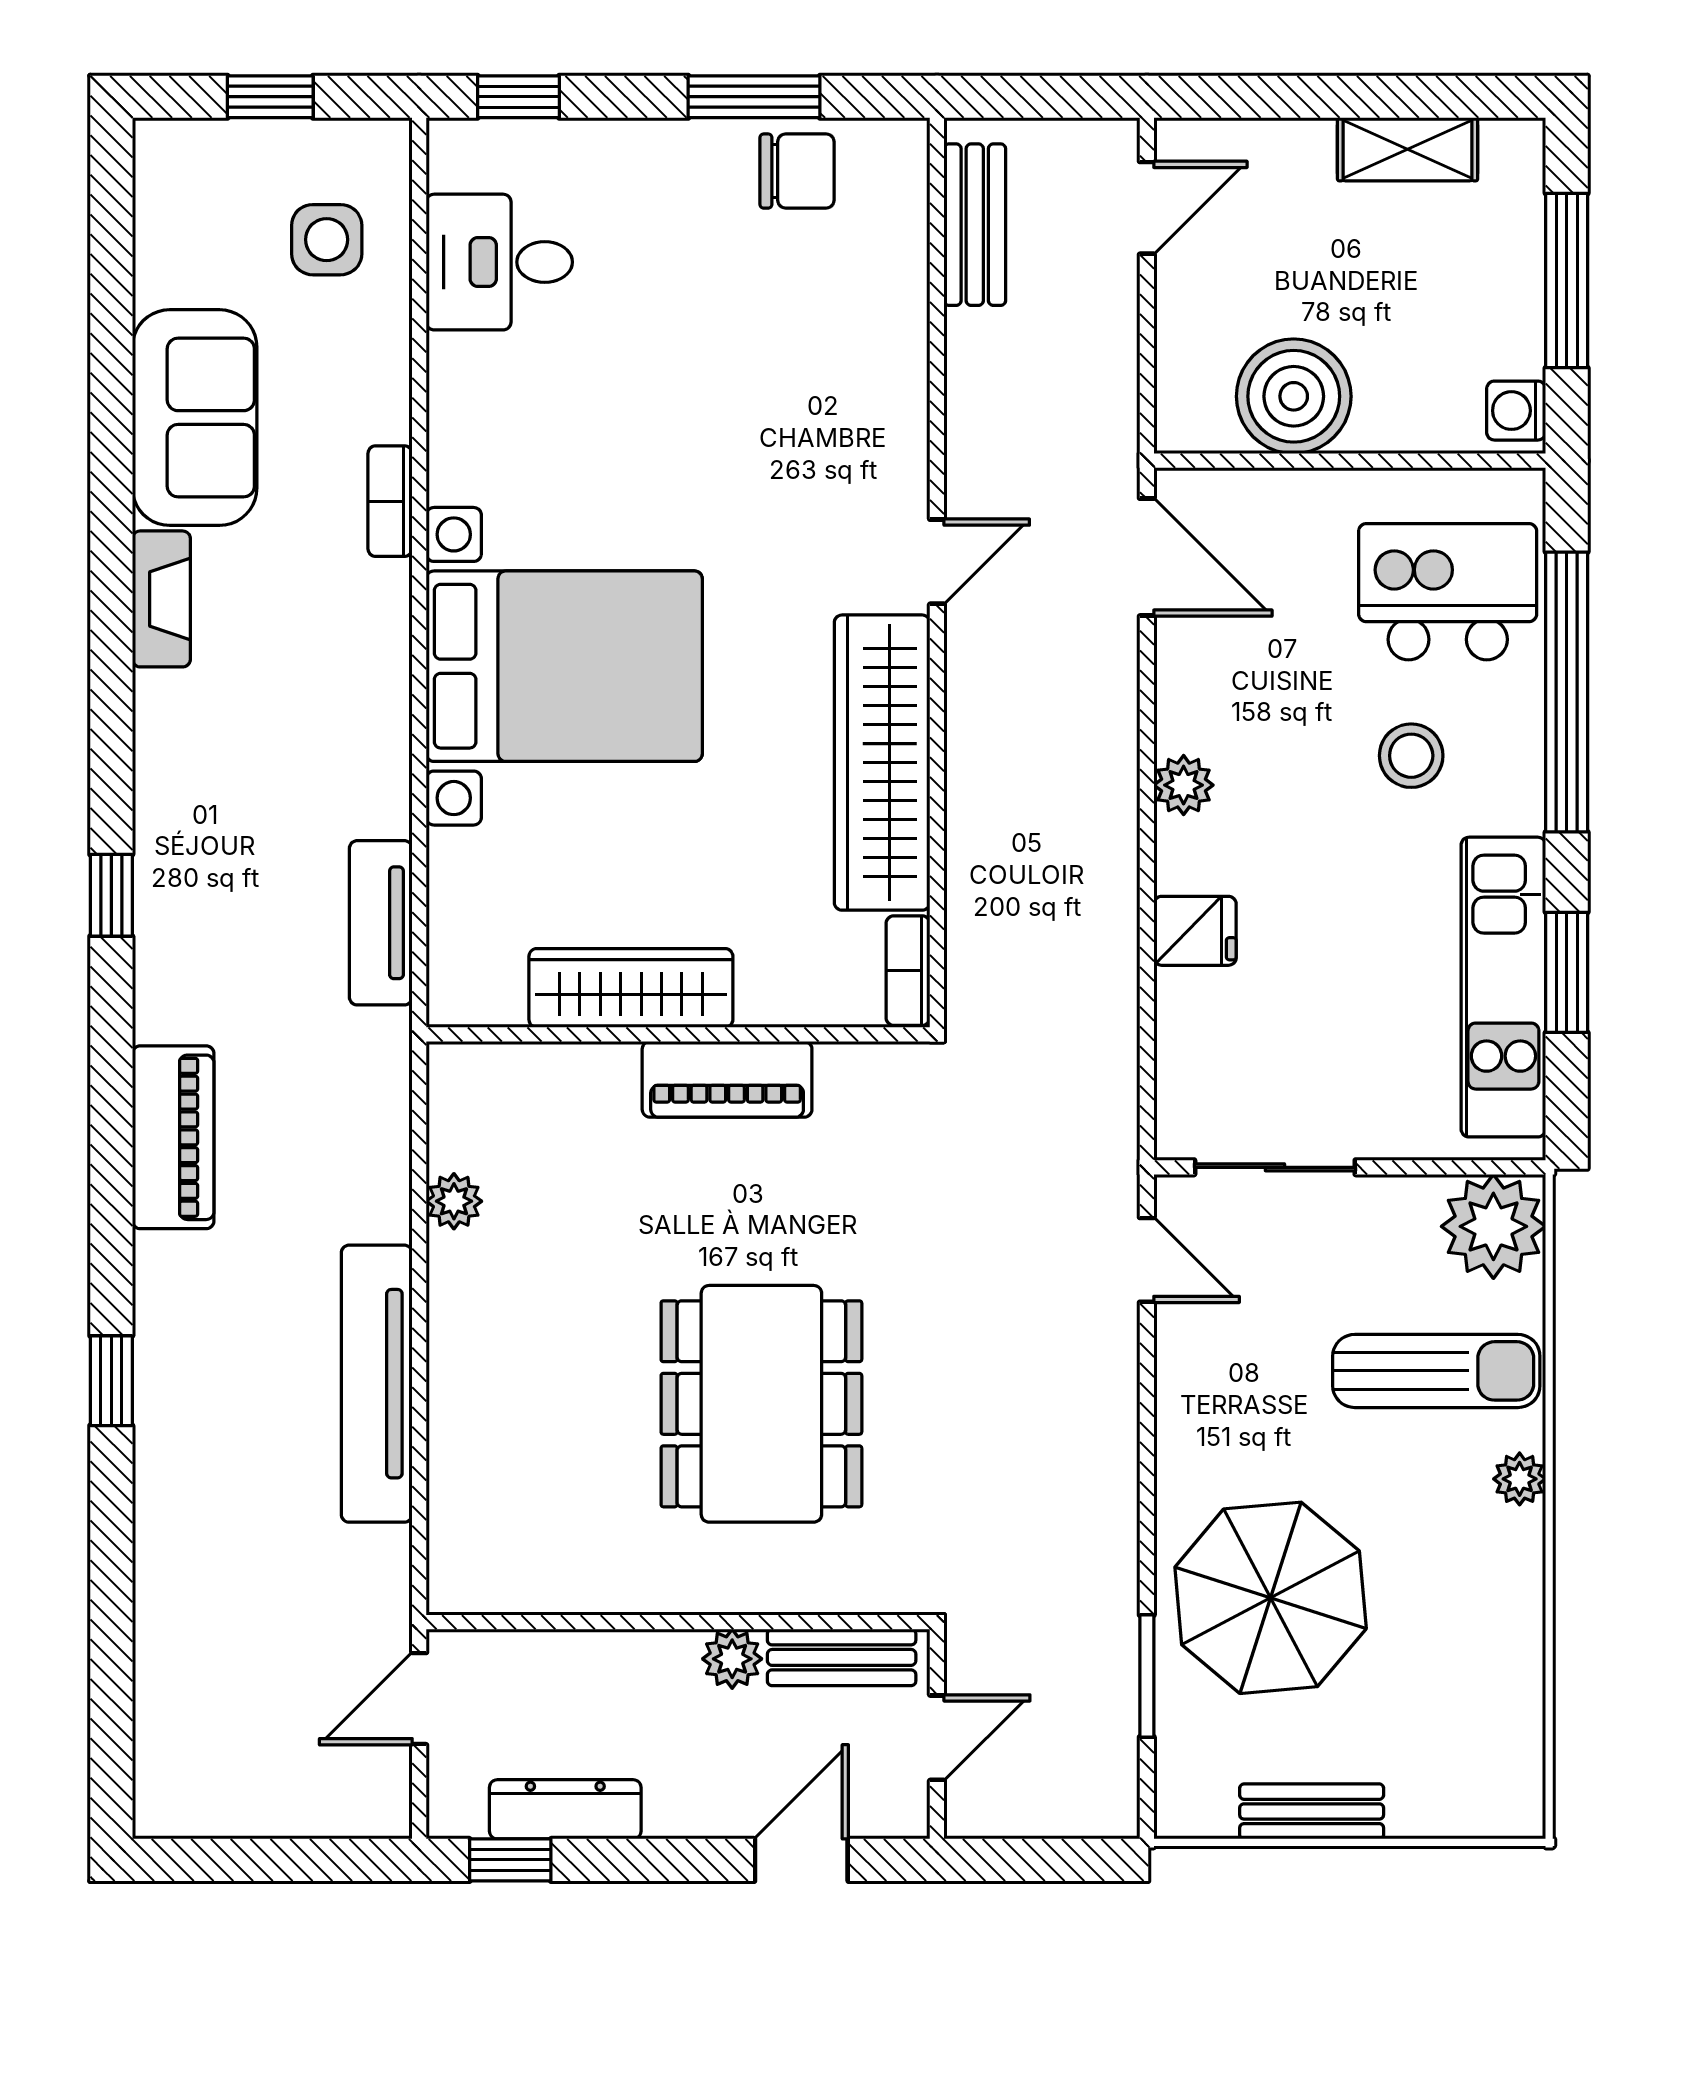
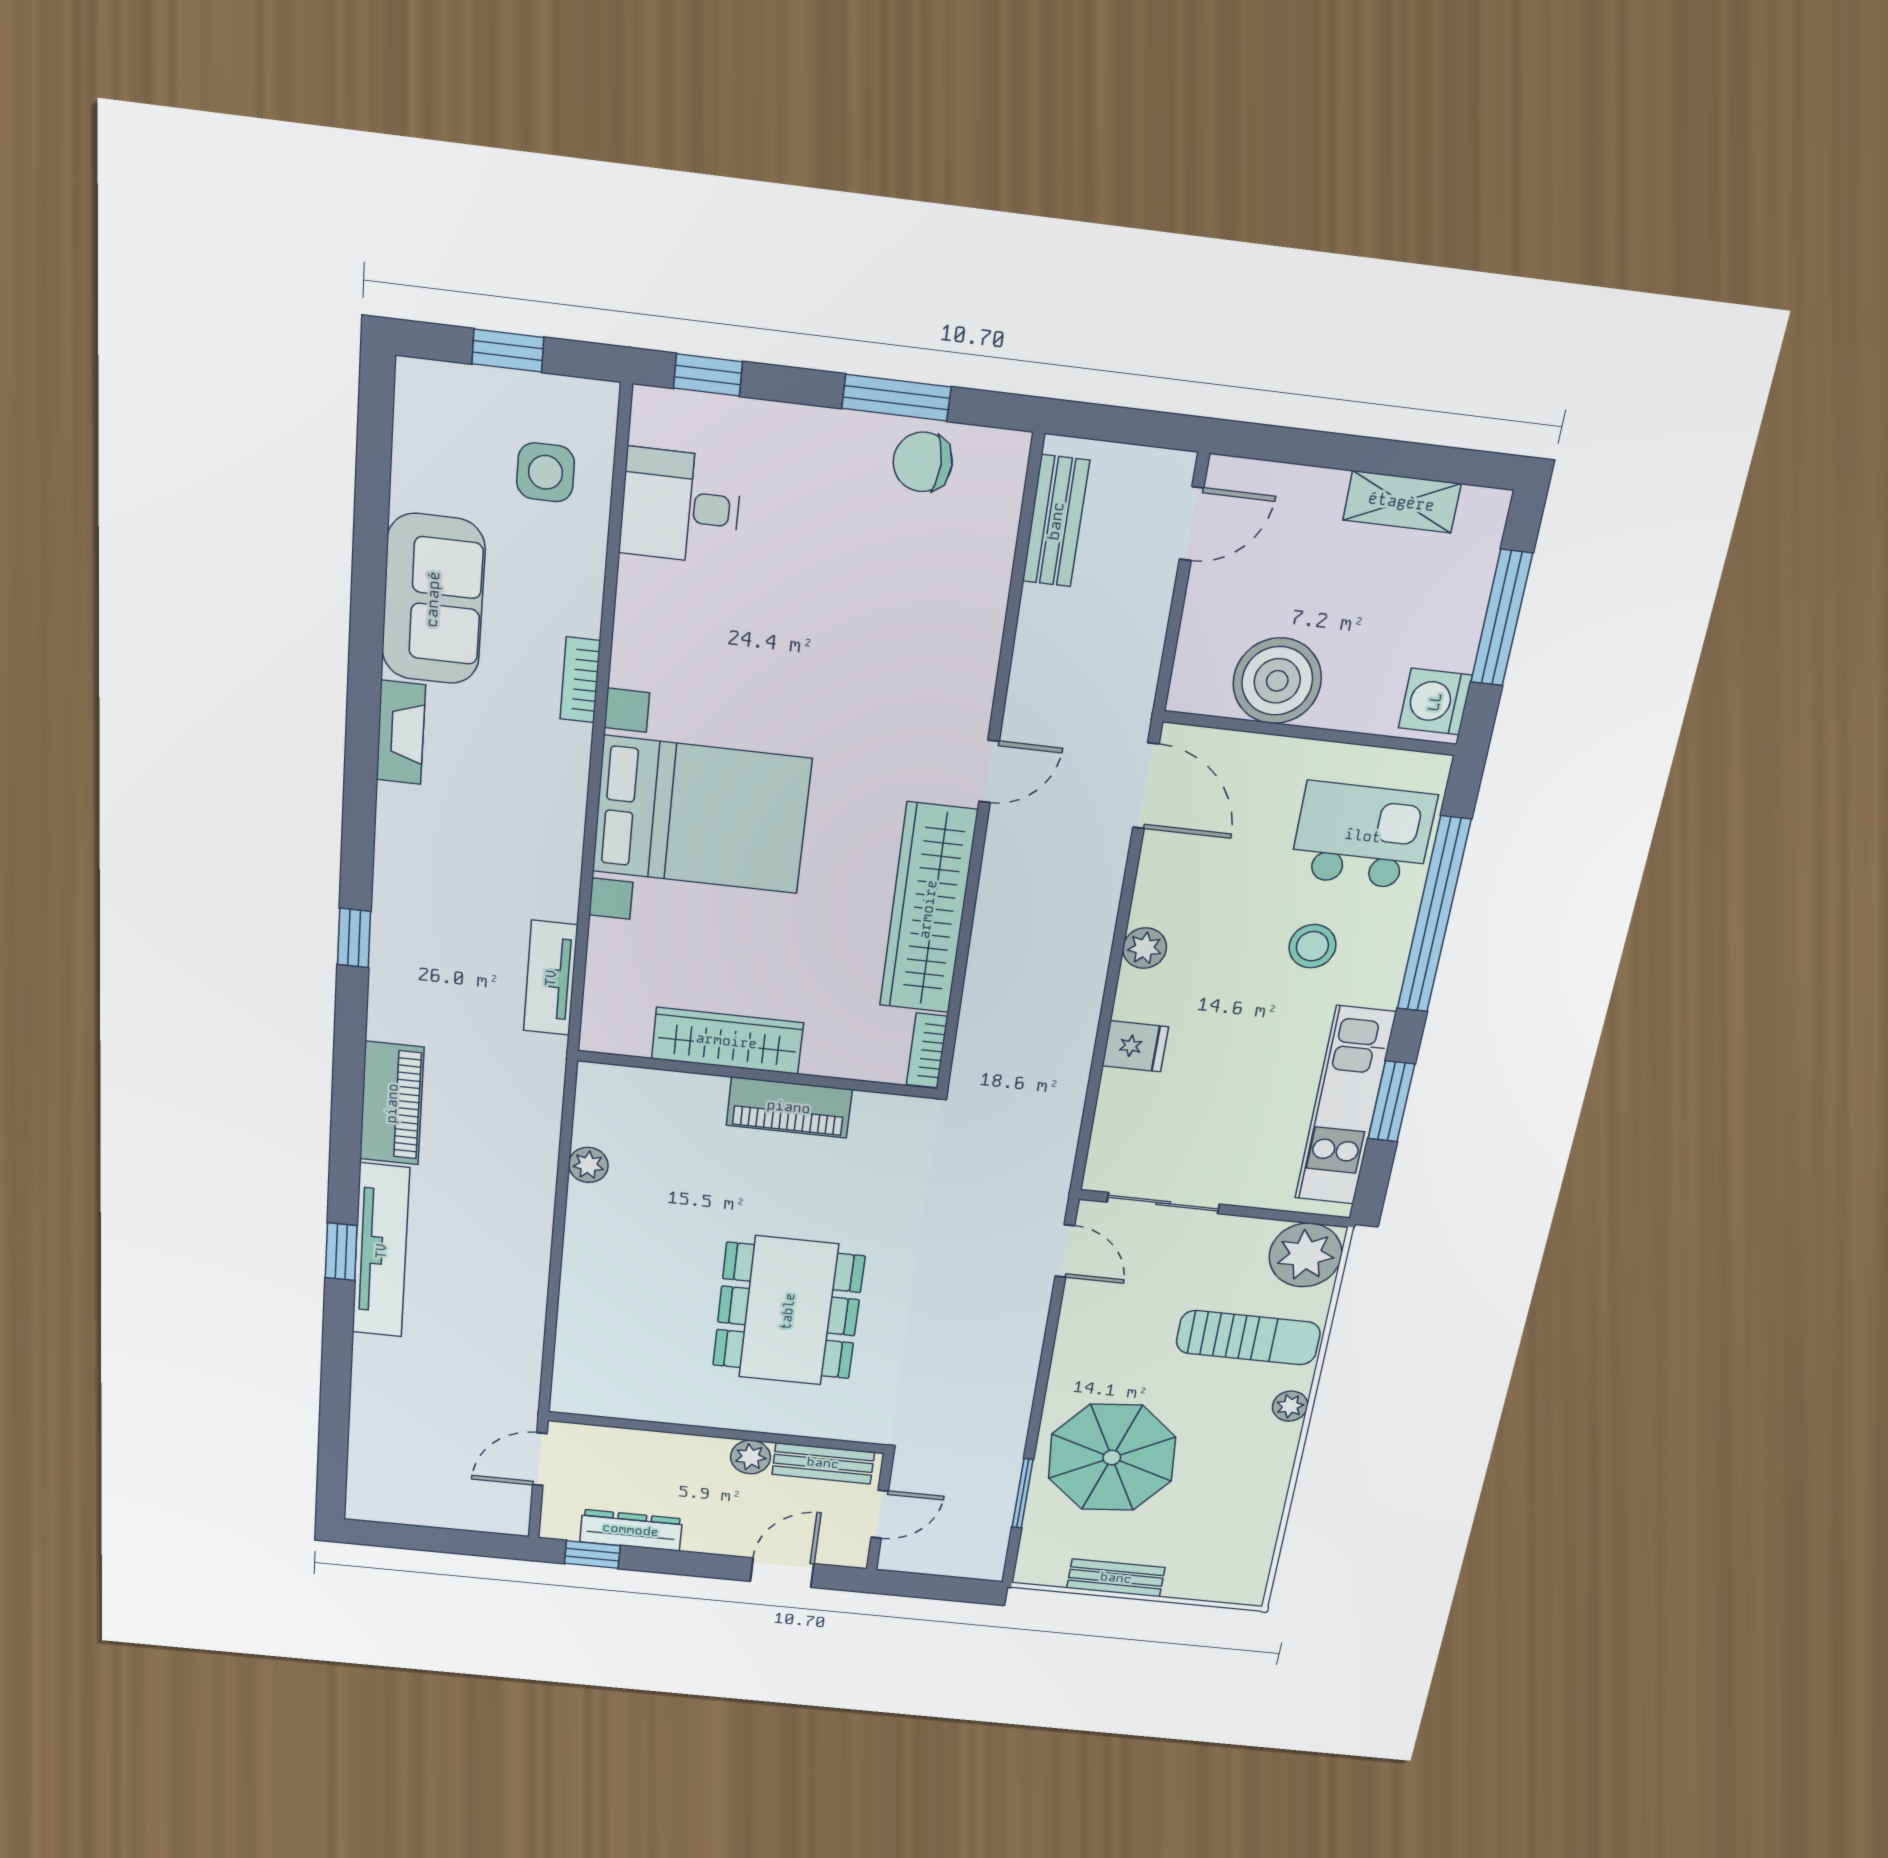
chair: (797, 171) -> (923, 462), turned 180
washing machine: (1516, 411) -> (1435, 702), width x1.38, depth x1.38
tv unit: (377, 1384) -> (381, 1251), moved, turned 180

